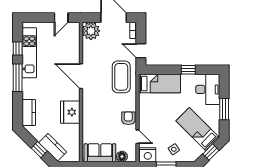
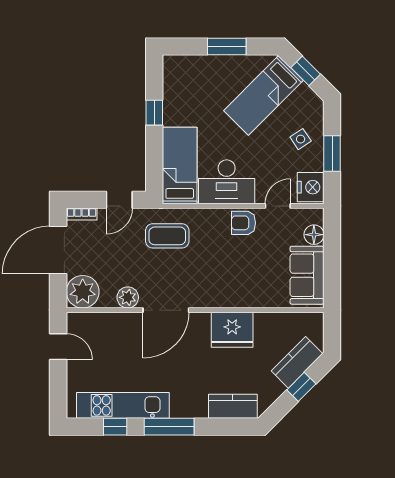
plant: (88, 55) -> (128, 297), added
coffee table: (121, 77) -> (167, 236), width x0.73, depth x0.76
desk: (208, 89) -> (227, 182), moved, turned 180

